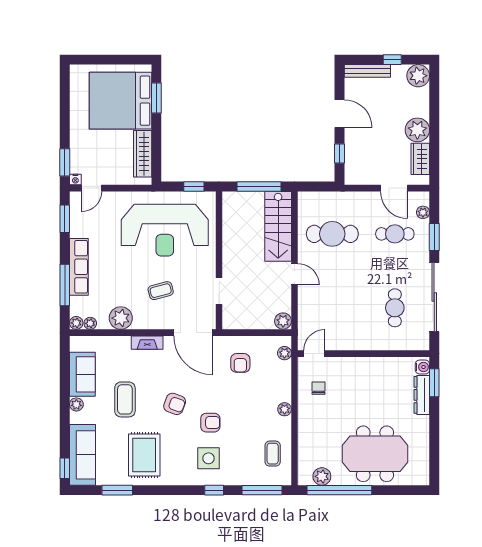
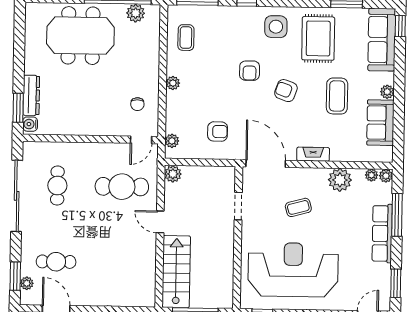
cafe table: (332, 234) -> (122, 187), moved
window: (434, 237) -> (15, 276), moved
armchair: (240, 363) -> (218, 132), turned 90
armchair: (210, 423) -> (250, 71), turned -90
side table: (208, 458) -> (276, 27), moved

